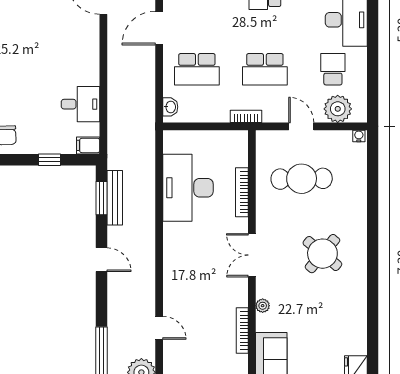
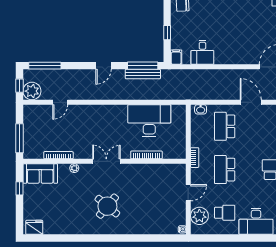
cafe table: (302, 179) -> (155, 193), removed
window: (102, 198) -> (143, 66), width x1.44

